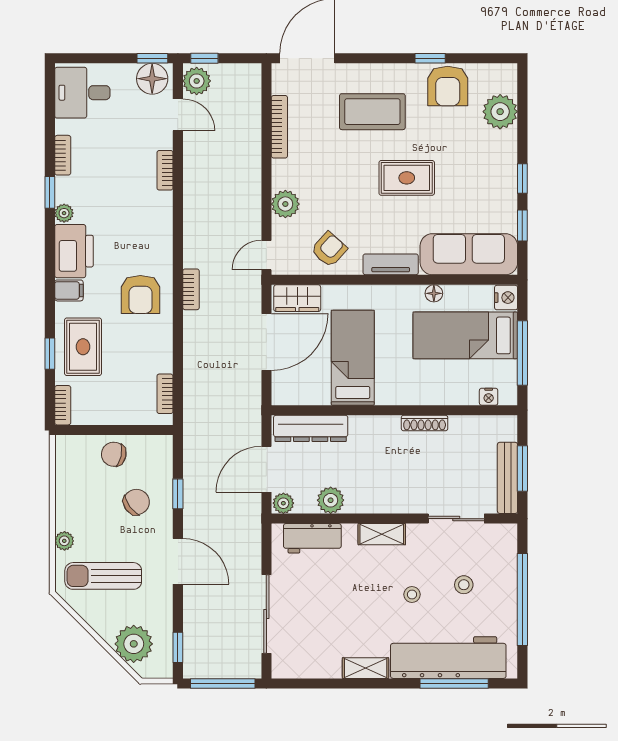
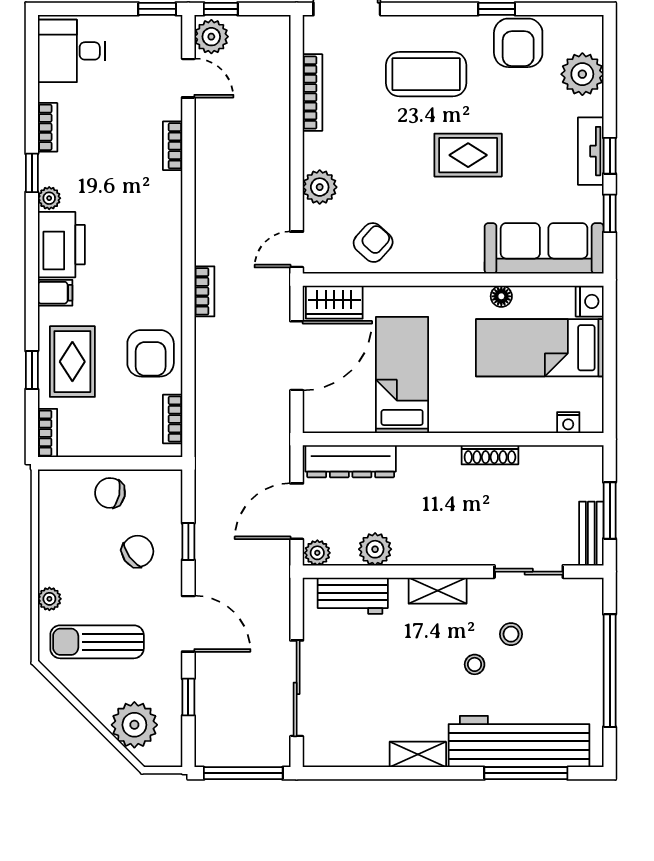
floor lamp: (152, 79) -> (157, 34), removed
tv unit: (391, 264) -> (591, 151), moved, turned -90
armchair: (140, 294) -> (151, 353), moved
window: (522, 353) -> (610, 369), removed
bench: (507, 478) -> (591, 534), width x0.73
stool: (464, 585) -> (511, 634), moved
window: (178, 647) -> (188, 697), moved

